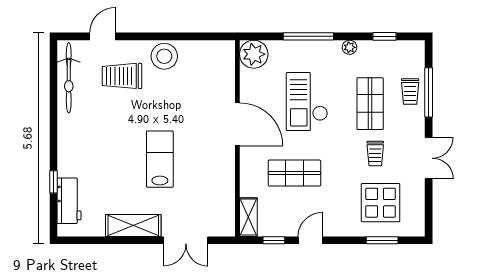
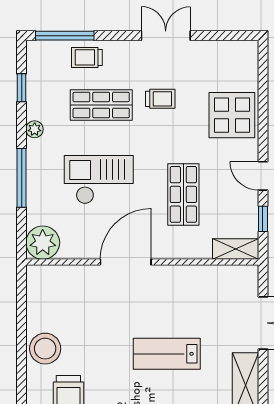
trolley: (410, 92) -> (87, 57), turned 180
window: (429, 92) -> (65, 36), moved
checkout: (307, 102) -> (99, 180), turned 180
display table: (381, 203) -> (232, 115), moved
window: (382, 240) -> (263, 91), removed

